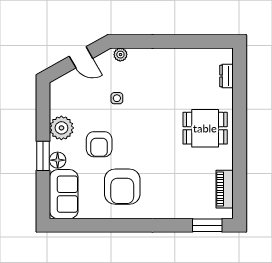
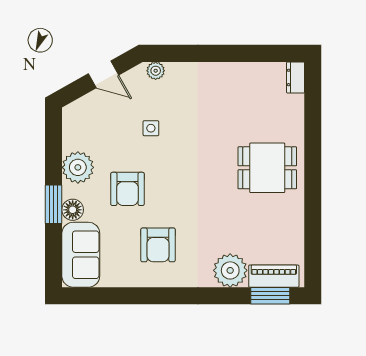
dresser: (227, 76) -> (296, 77), moved
armchair: (122, 187) -> (158, 245), width x0.73, depth x0.73
piano: (225, 189) -> (274, 276), moved, turned 90
plant: (177, 206) -> (230, 270), added

